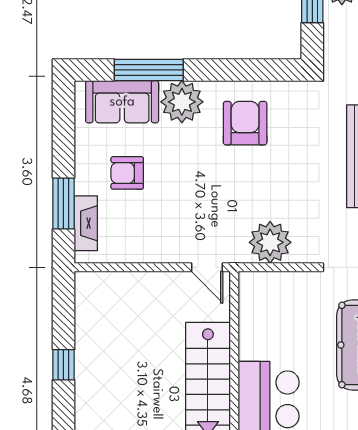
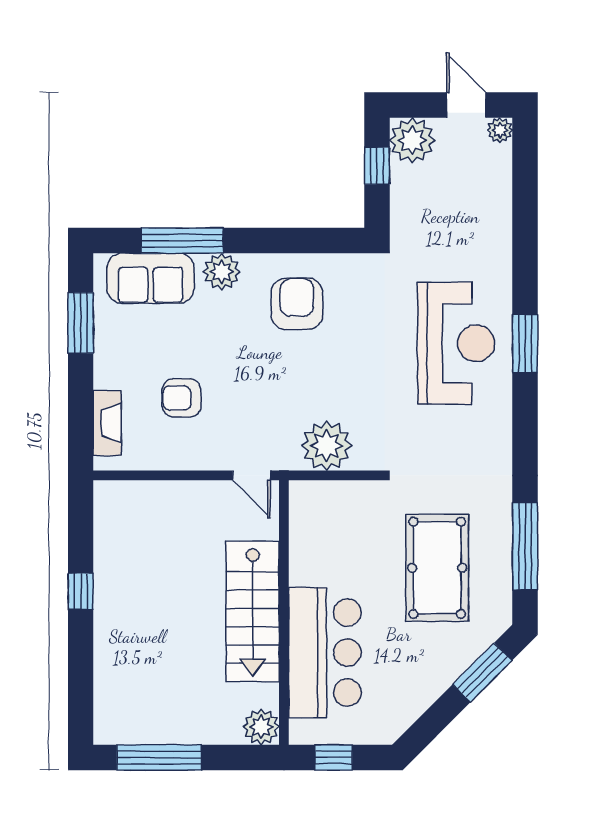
plant: (182, 102) -> (222, 272), width x0.73, depth x0.73
armchair: (127, 173) -> (181, 398), moved
window: (63, 204) -> (81, 323), moved

